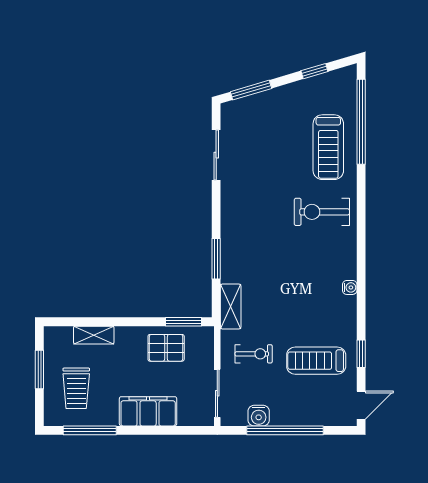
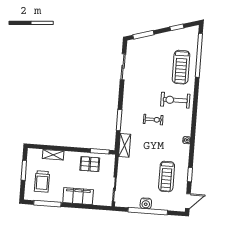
exercise bike: (254, 354) -> (153, 120), moved
treadmill: (316, 361) -> (167, 176), turned -90
water cooler: (259, 416) -> (146, 203), moved

